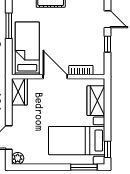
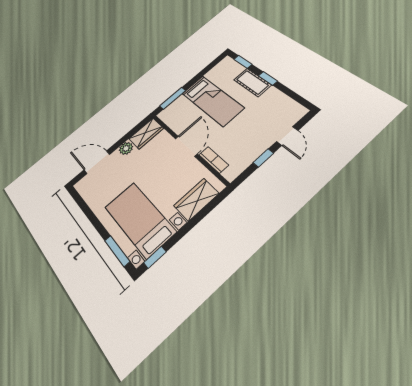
window: (9, 26) -> (173, 98), moved
bed: (27, 48) -> (212, 100), moved, turned 90
plant: (18, 158) -> (126, 148), moved

